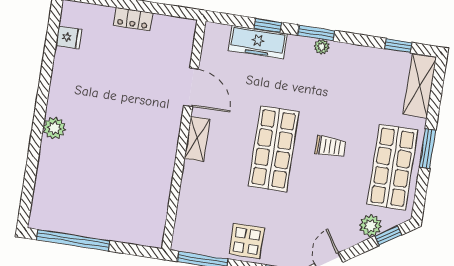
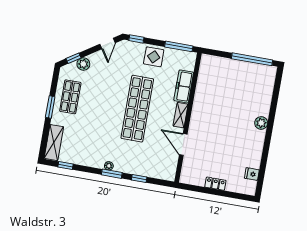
freezer: (258, 42) -> (184, 86), moved, turned -90
trolley: (330, 147) -> (105, 109), removed
shop shelf: (274, 149) -> (137, 109), width x1.40
shop shelf: (392, 167) -> (70, 97), width x0.70, depth x0.74

